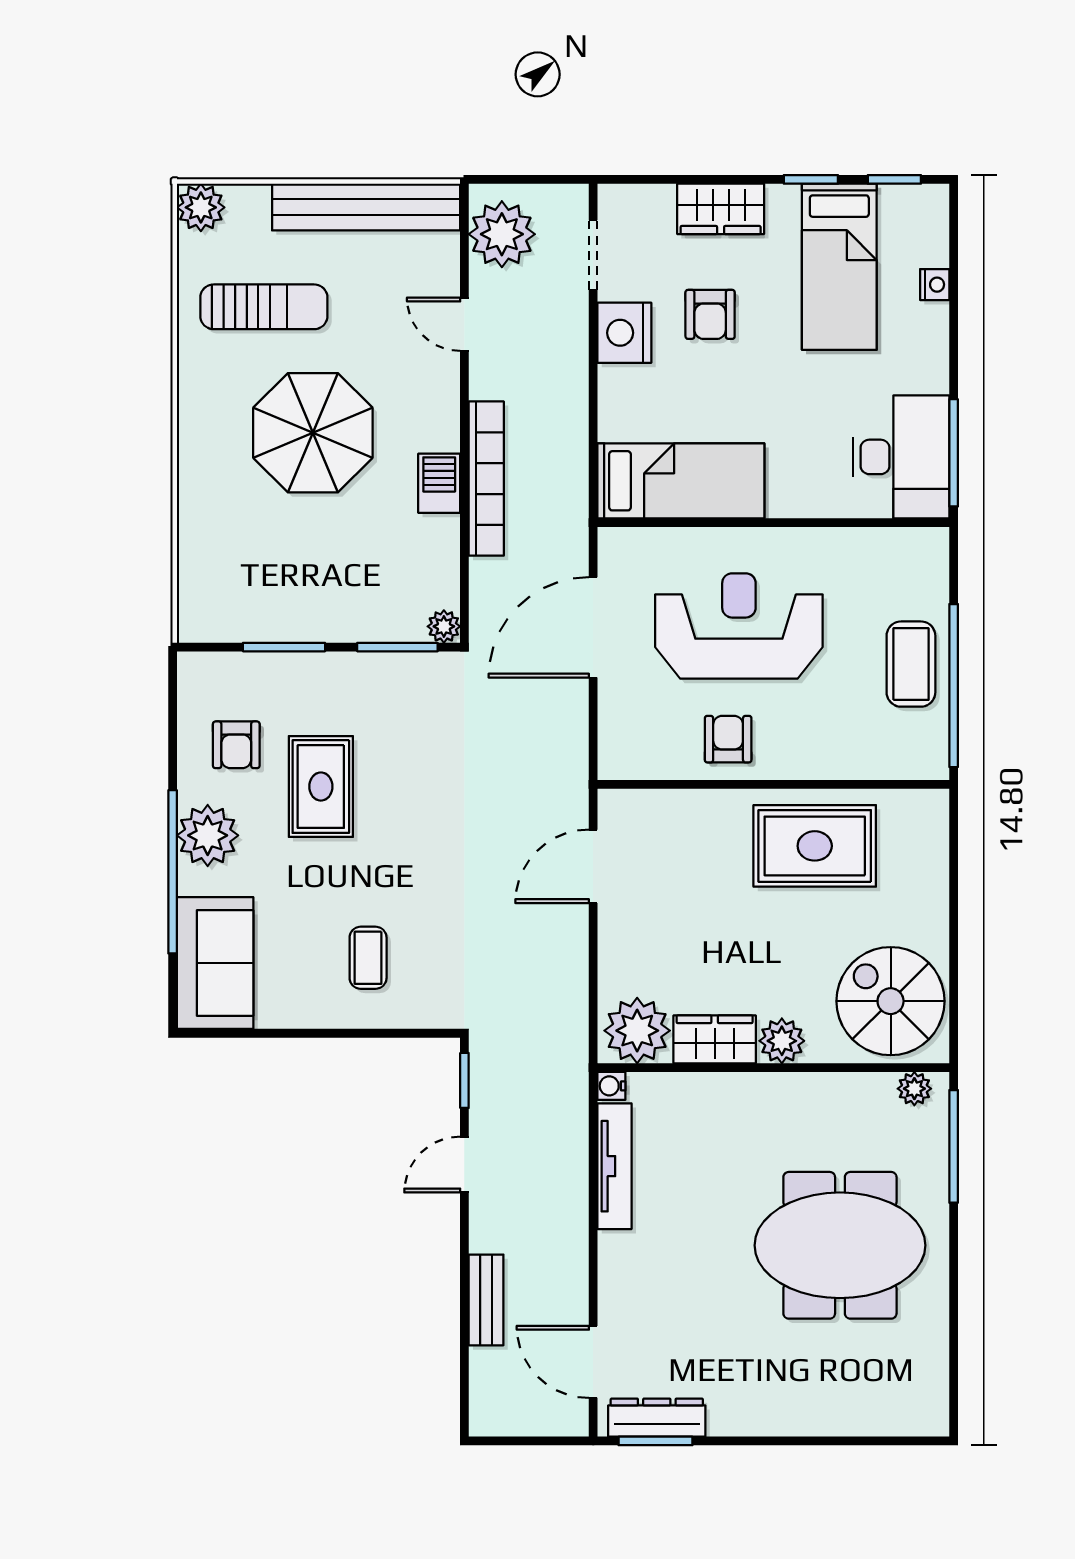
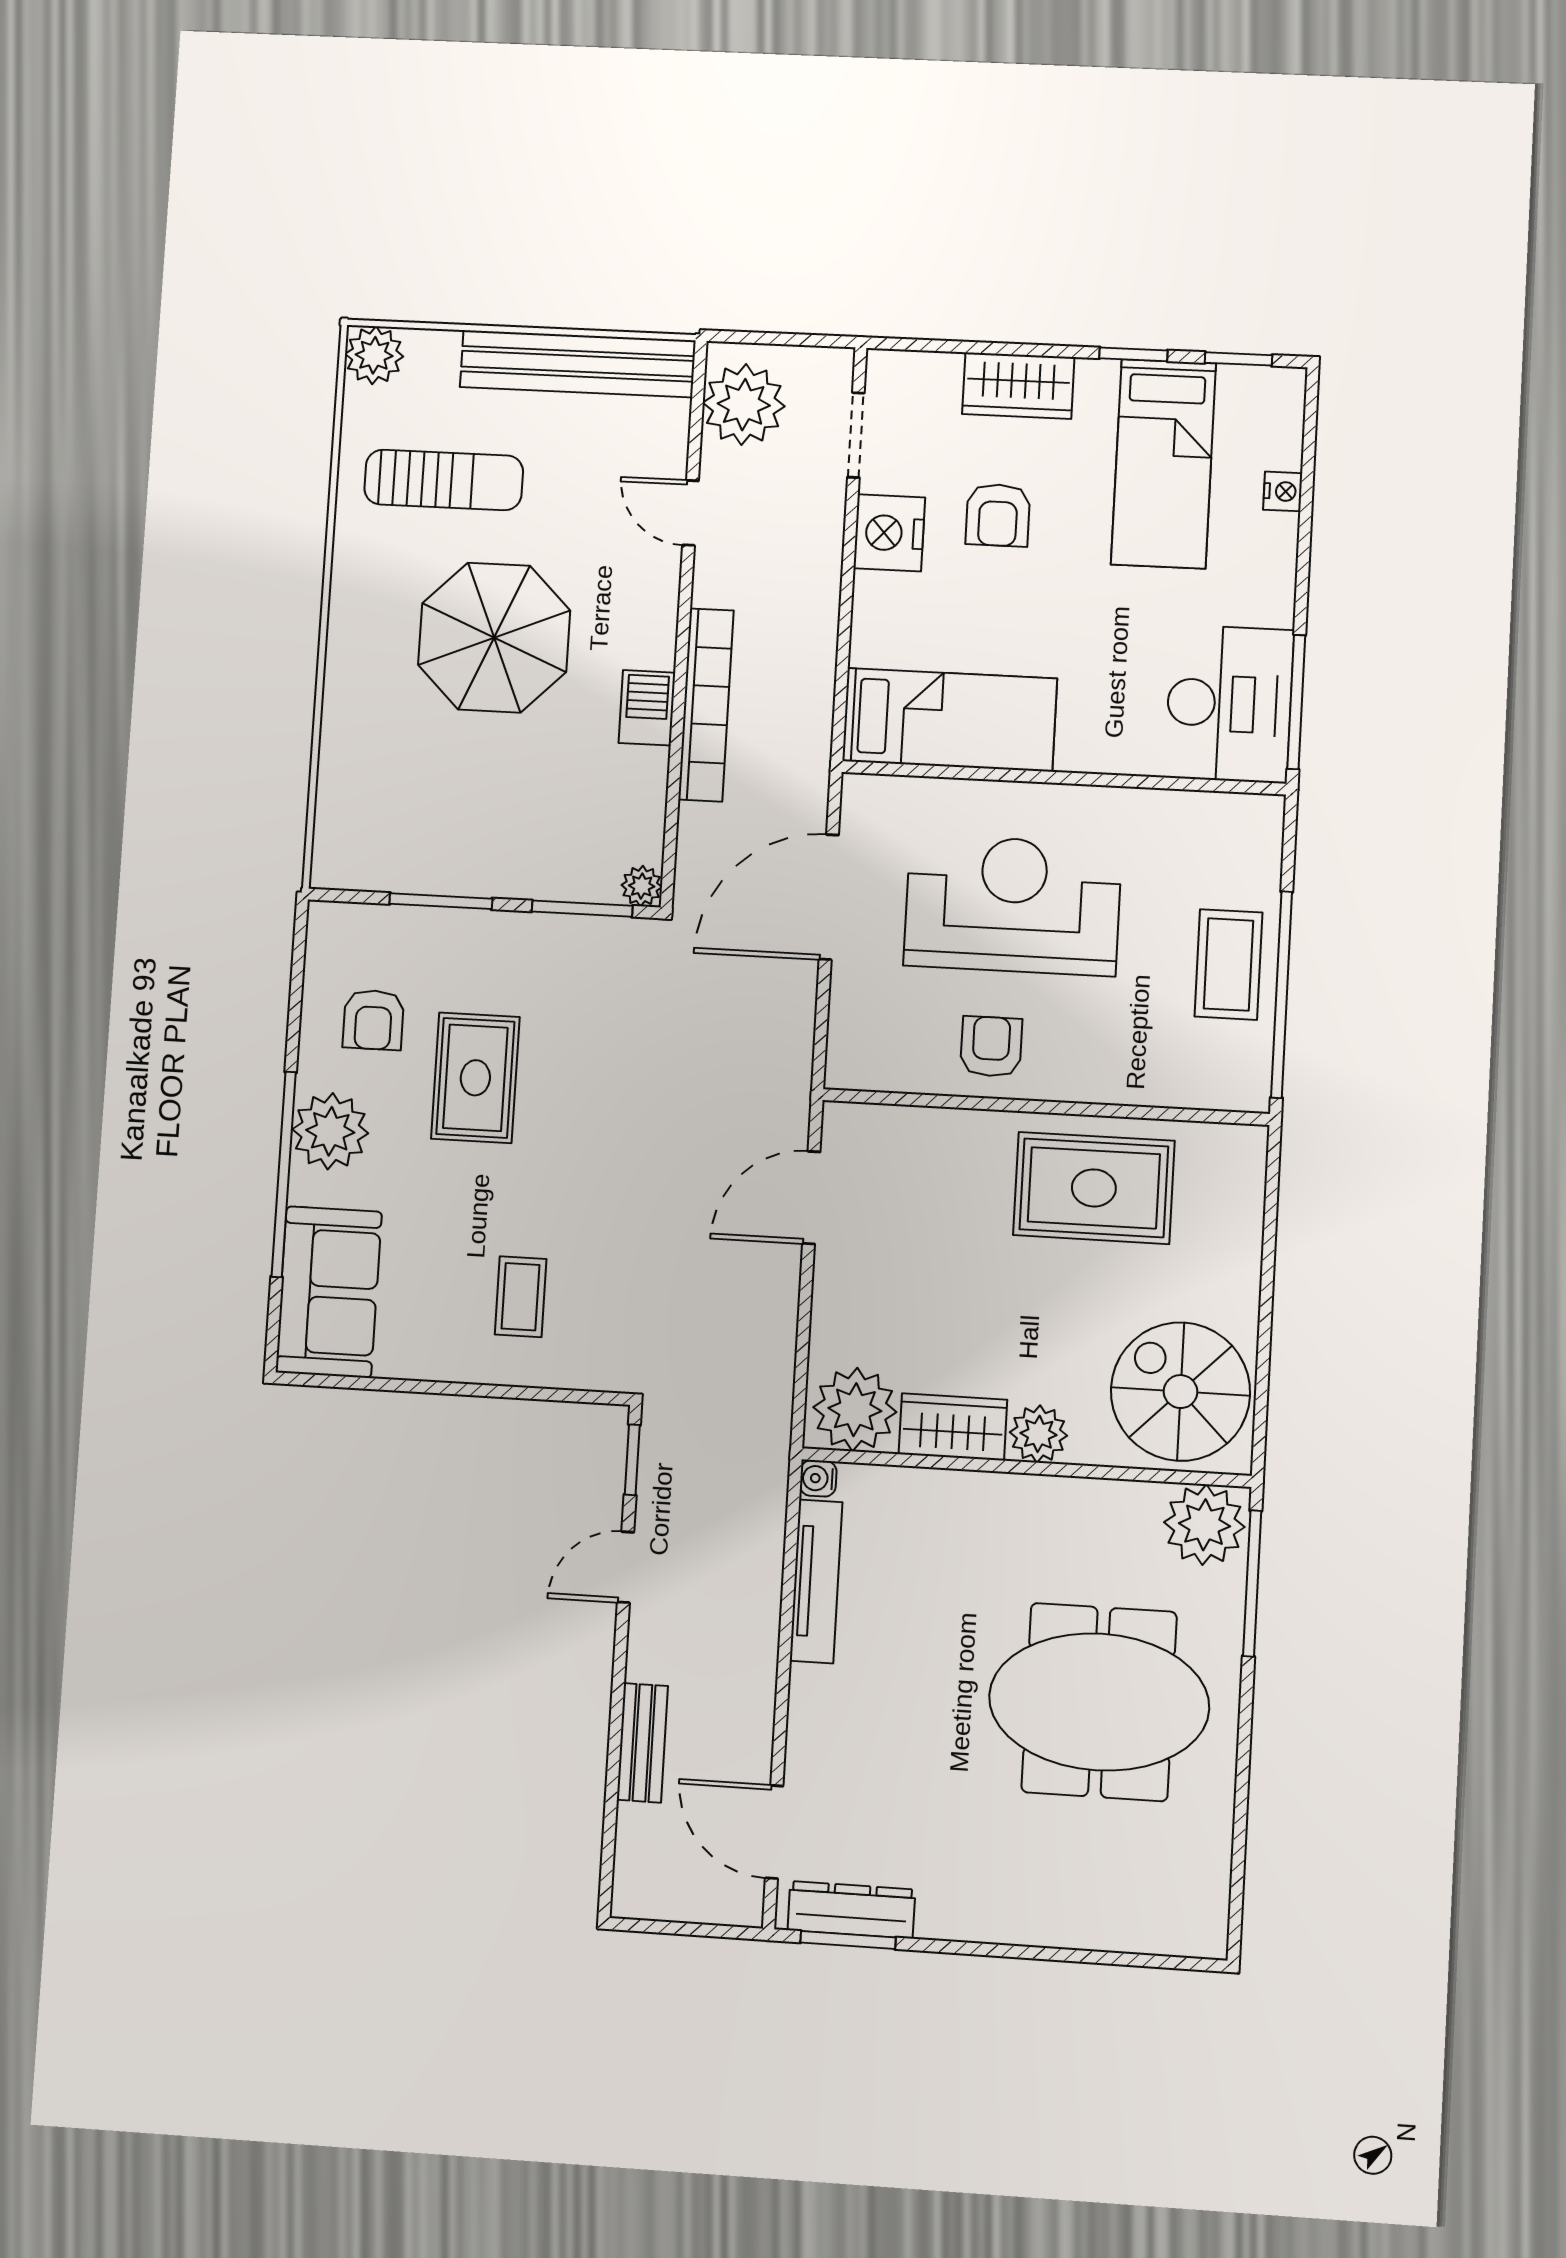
plant: (914, 1089) -> (1204, 1525), width x1.87, depth x1.87

